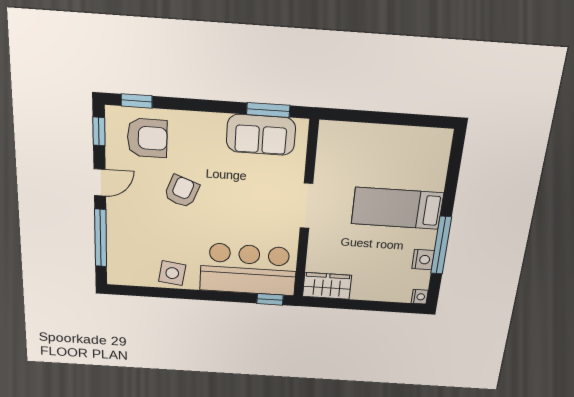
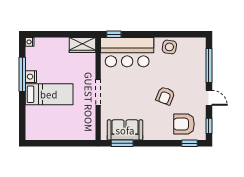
door: (100, 182) -> (209, 98), swing flipped
nightstand: (423, 260) -> (31, 77), moved

